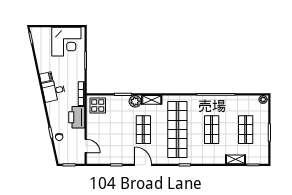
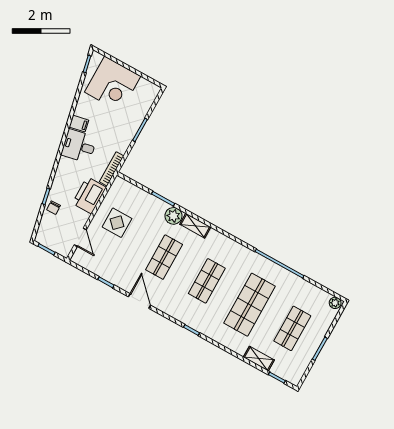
corner desk: (66, 42) -> (113, 84), moved
display table: (98, 106) -> (117, 223), moved
shop shelf: (177, 130) -> (207, 281), width x0.50, depth x0.74
shop shelf: (212, 130) -> (250, 305), width x1.43, depth x1.36

